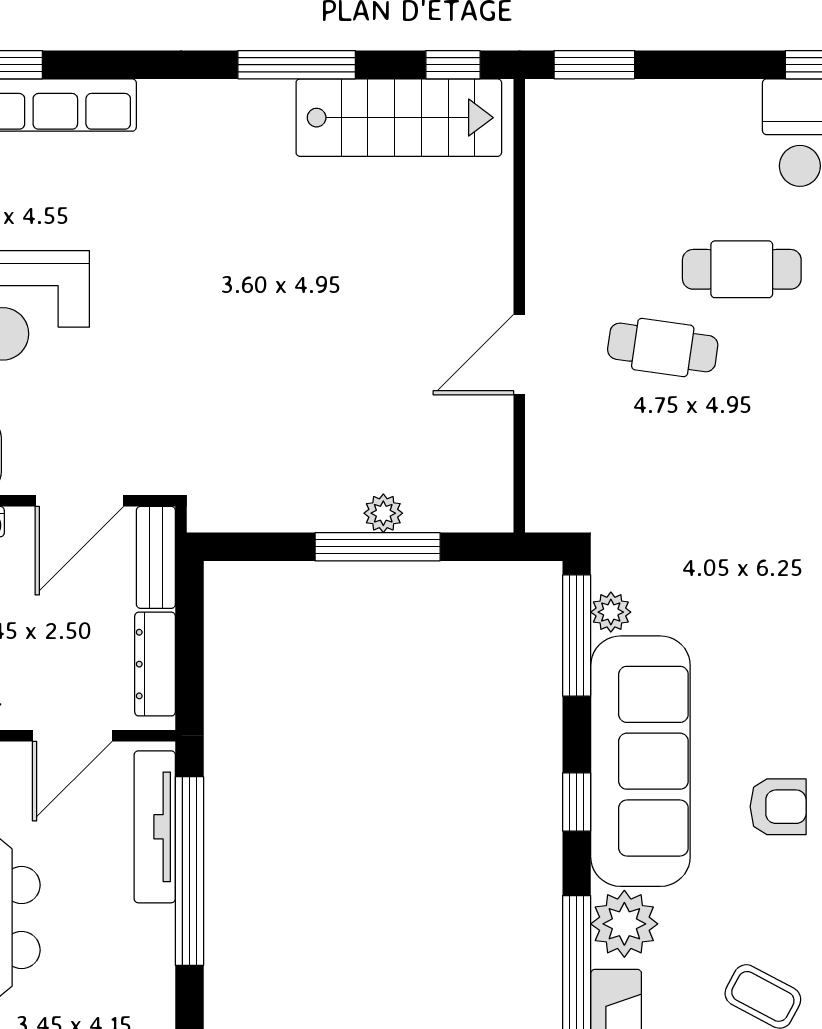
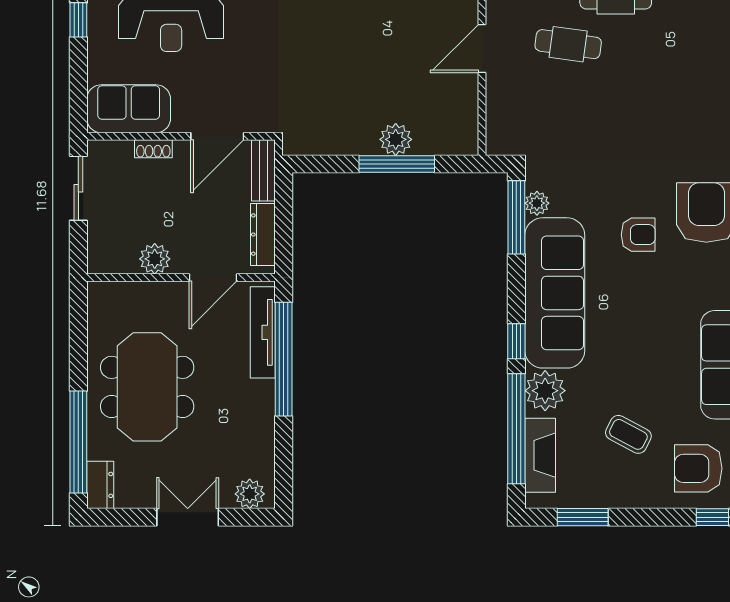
plant: (383, 513) -> (396, 139), width x1.38, depth x1.38
window: (577, 802) -> (516, 341), moved
armchair: (778, 807) -> (638, 235), moved

